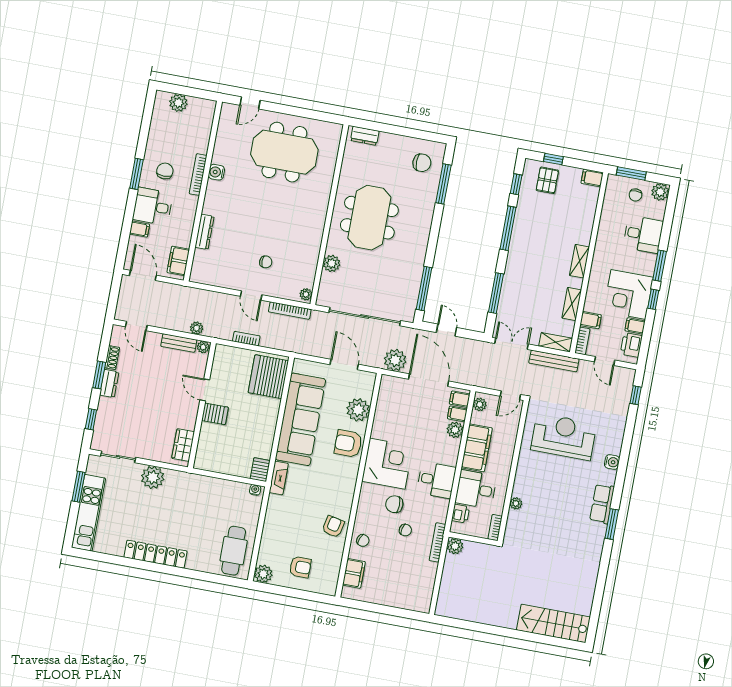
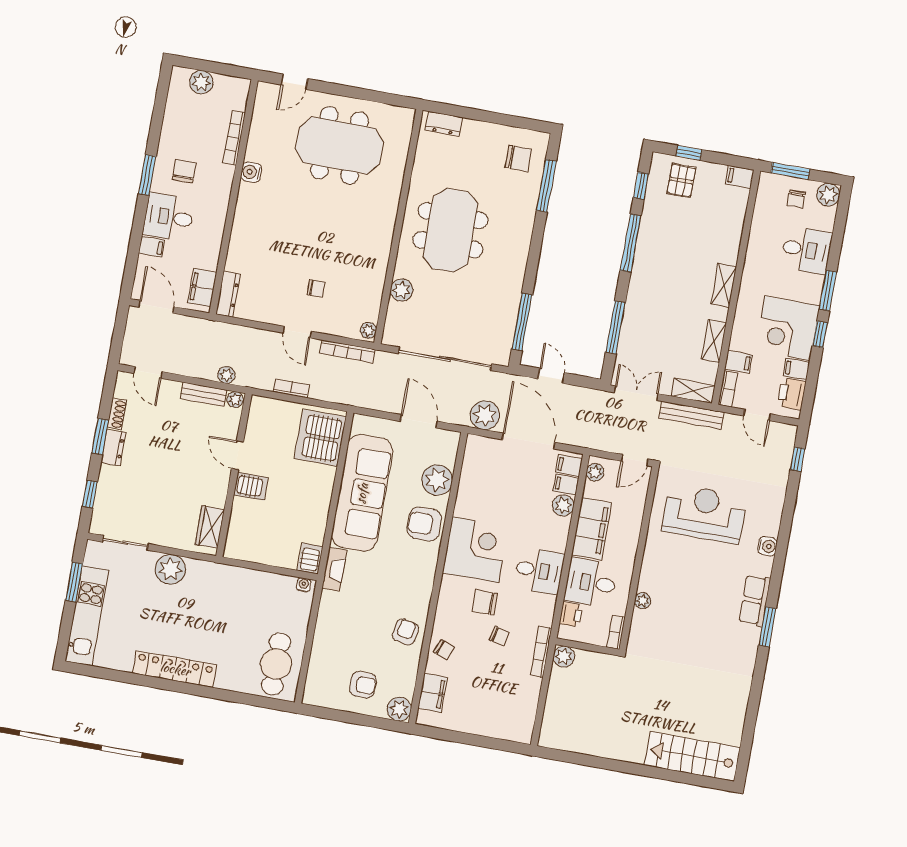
bookcase: (198, 175) -> (234, 138), moved
dresser: (204, 232) -> (228, 294), moved
plant: (263, 574) -> (399, 709), moved

